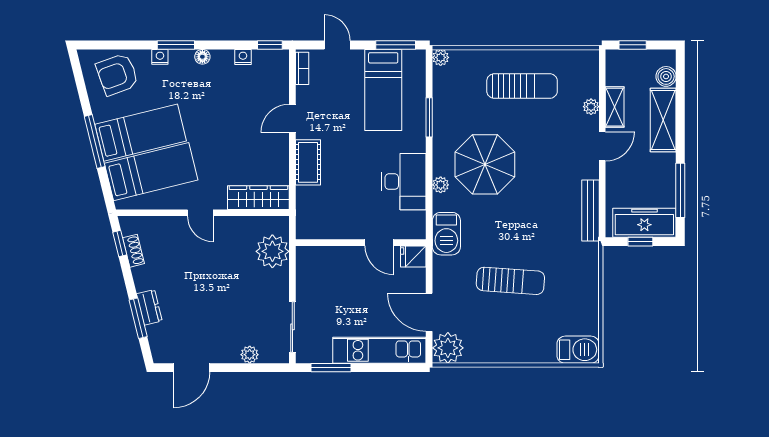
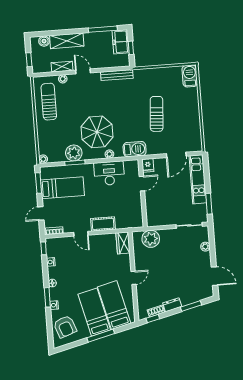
sun lounger: (522, 86) -> (49, 102), moved
wardrobe: (258, 198) -> (123, 243), width x0.67
freezer: (644, 223) -> (121, 42), width x0.71
dresser: (149, 307) -> (172, 305), moved
plant: (448, 348) -> (74, 153), moved

